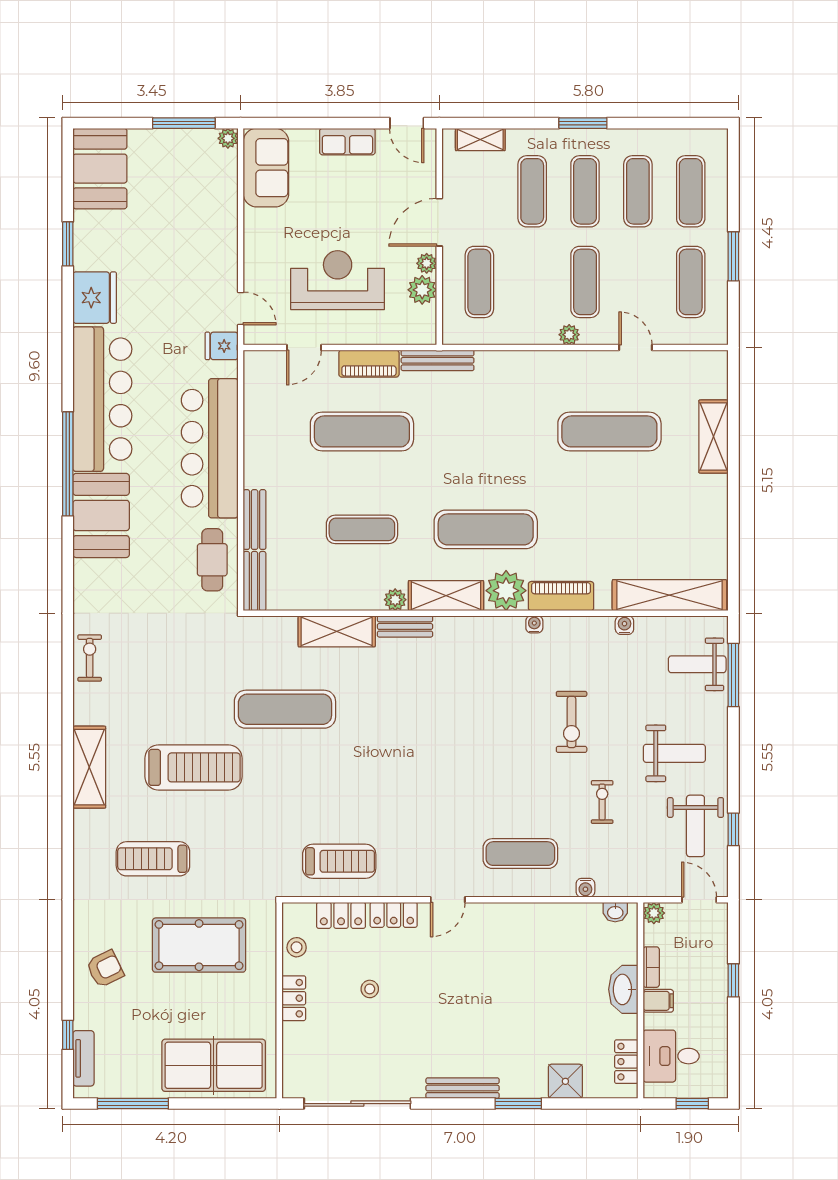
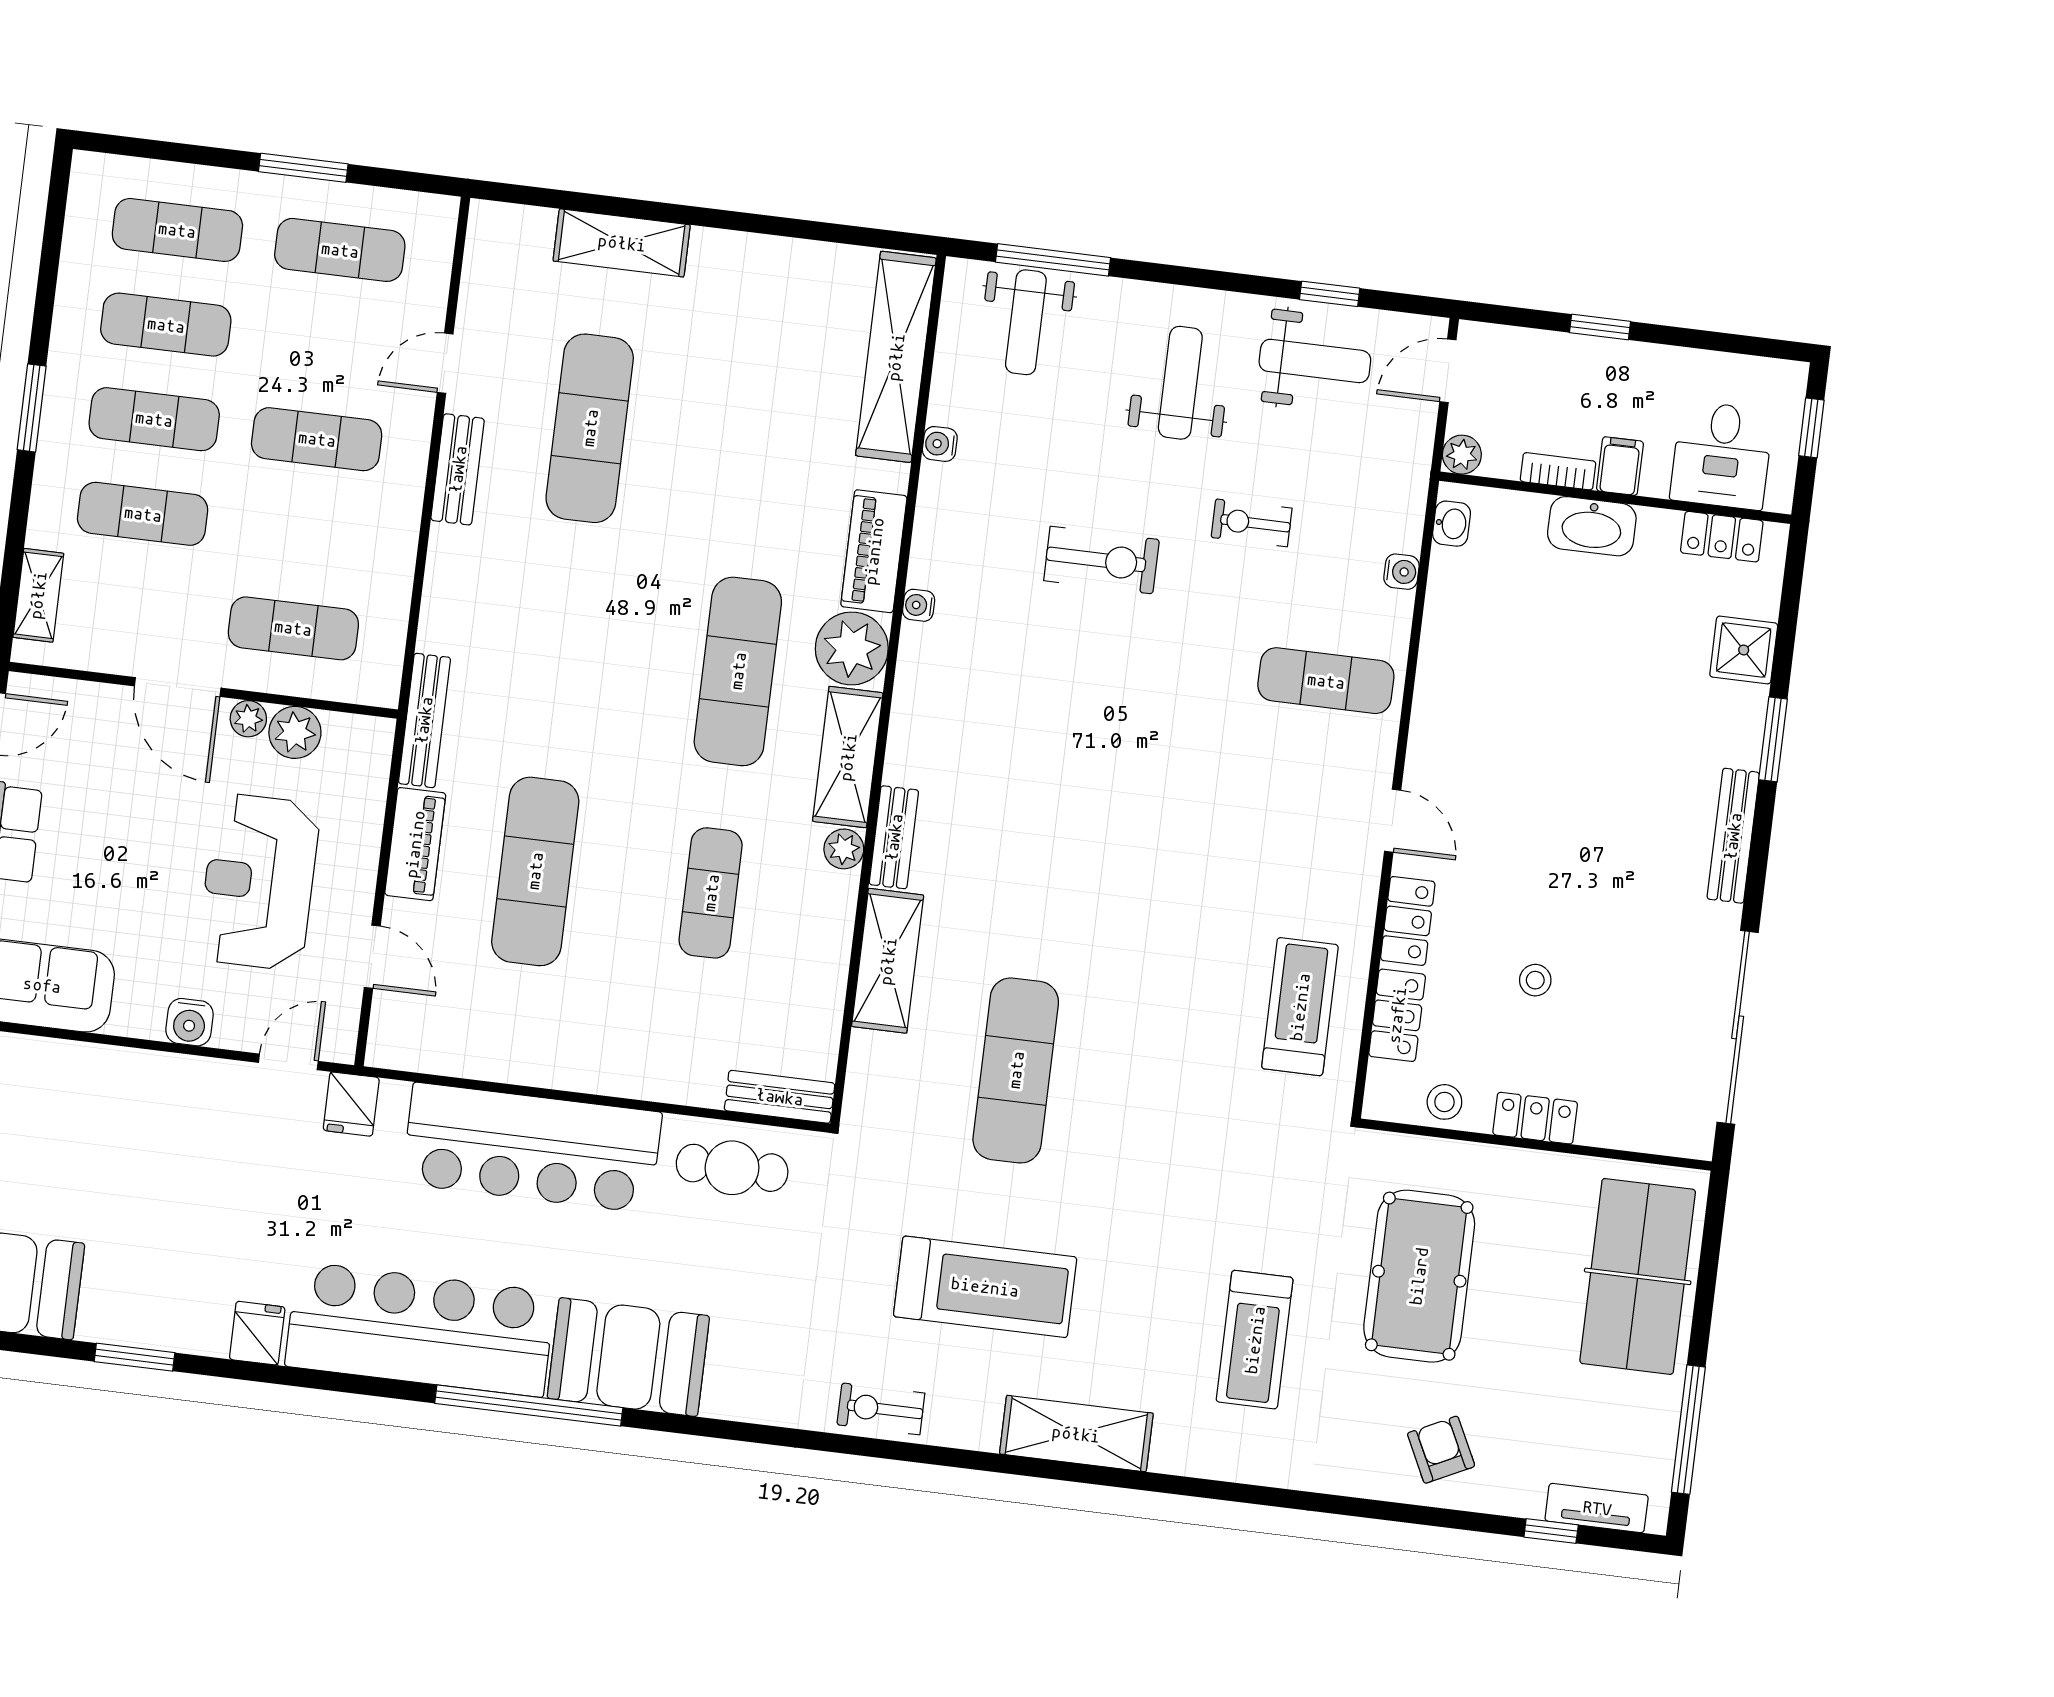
water cooler: (256, 251) -> (189, 1022), added
fridge: (95, 298) -> (257, 1333), width x0.53, depth x0.75
plant: (569, 335) -> (408, 479), removed
bench: (255, 520) -> (458, 469), moved, turned 90
treadmill: (193, 767) -> (985, 1287), moved, turned 90
exercise mat: (520, 854) -> (1326, 681), turned 90

